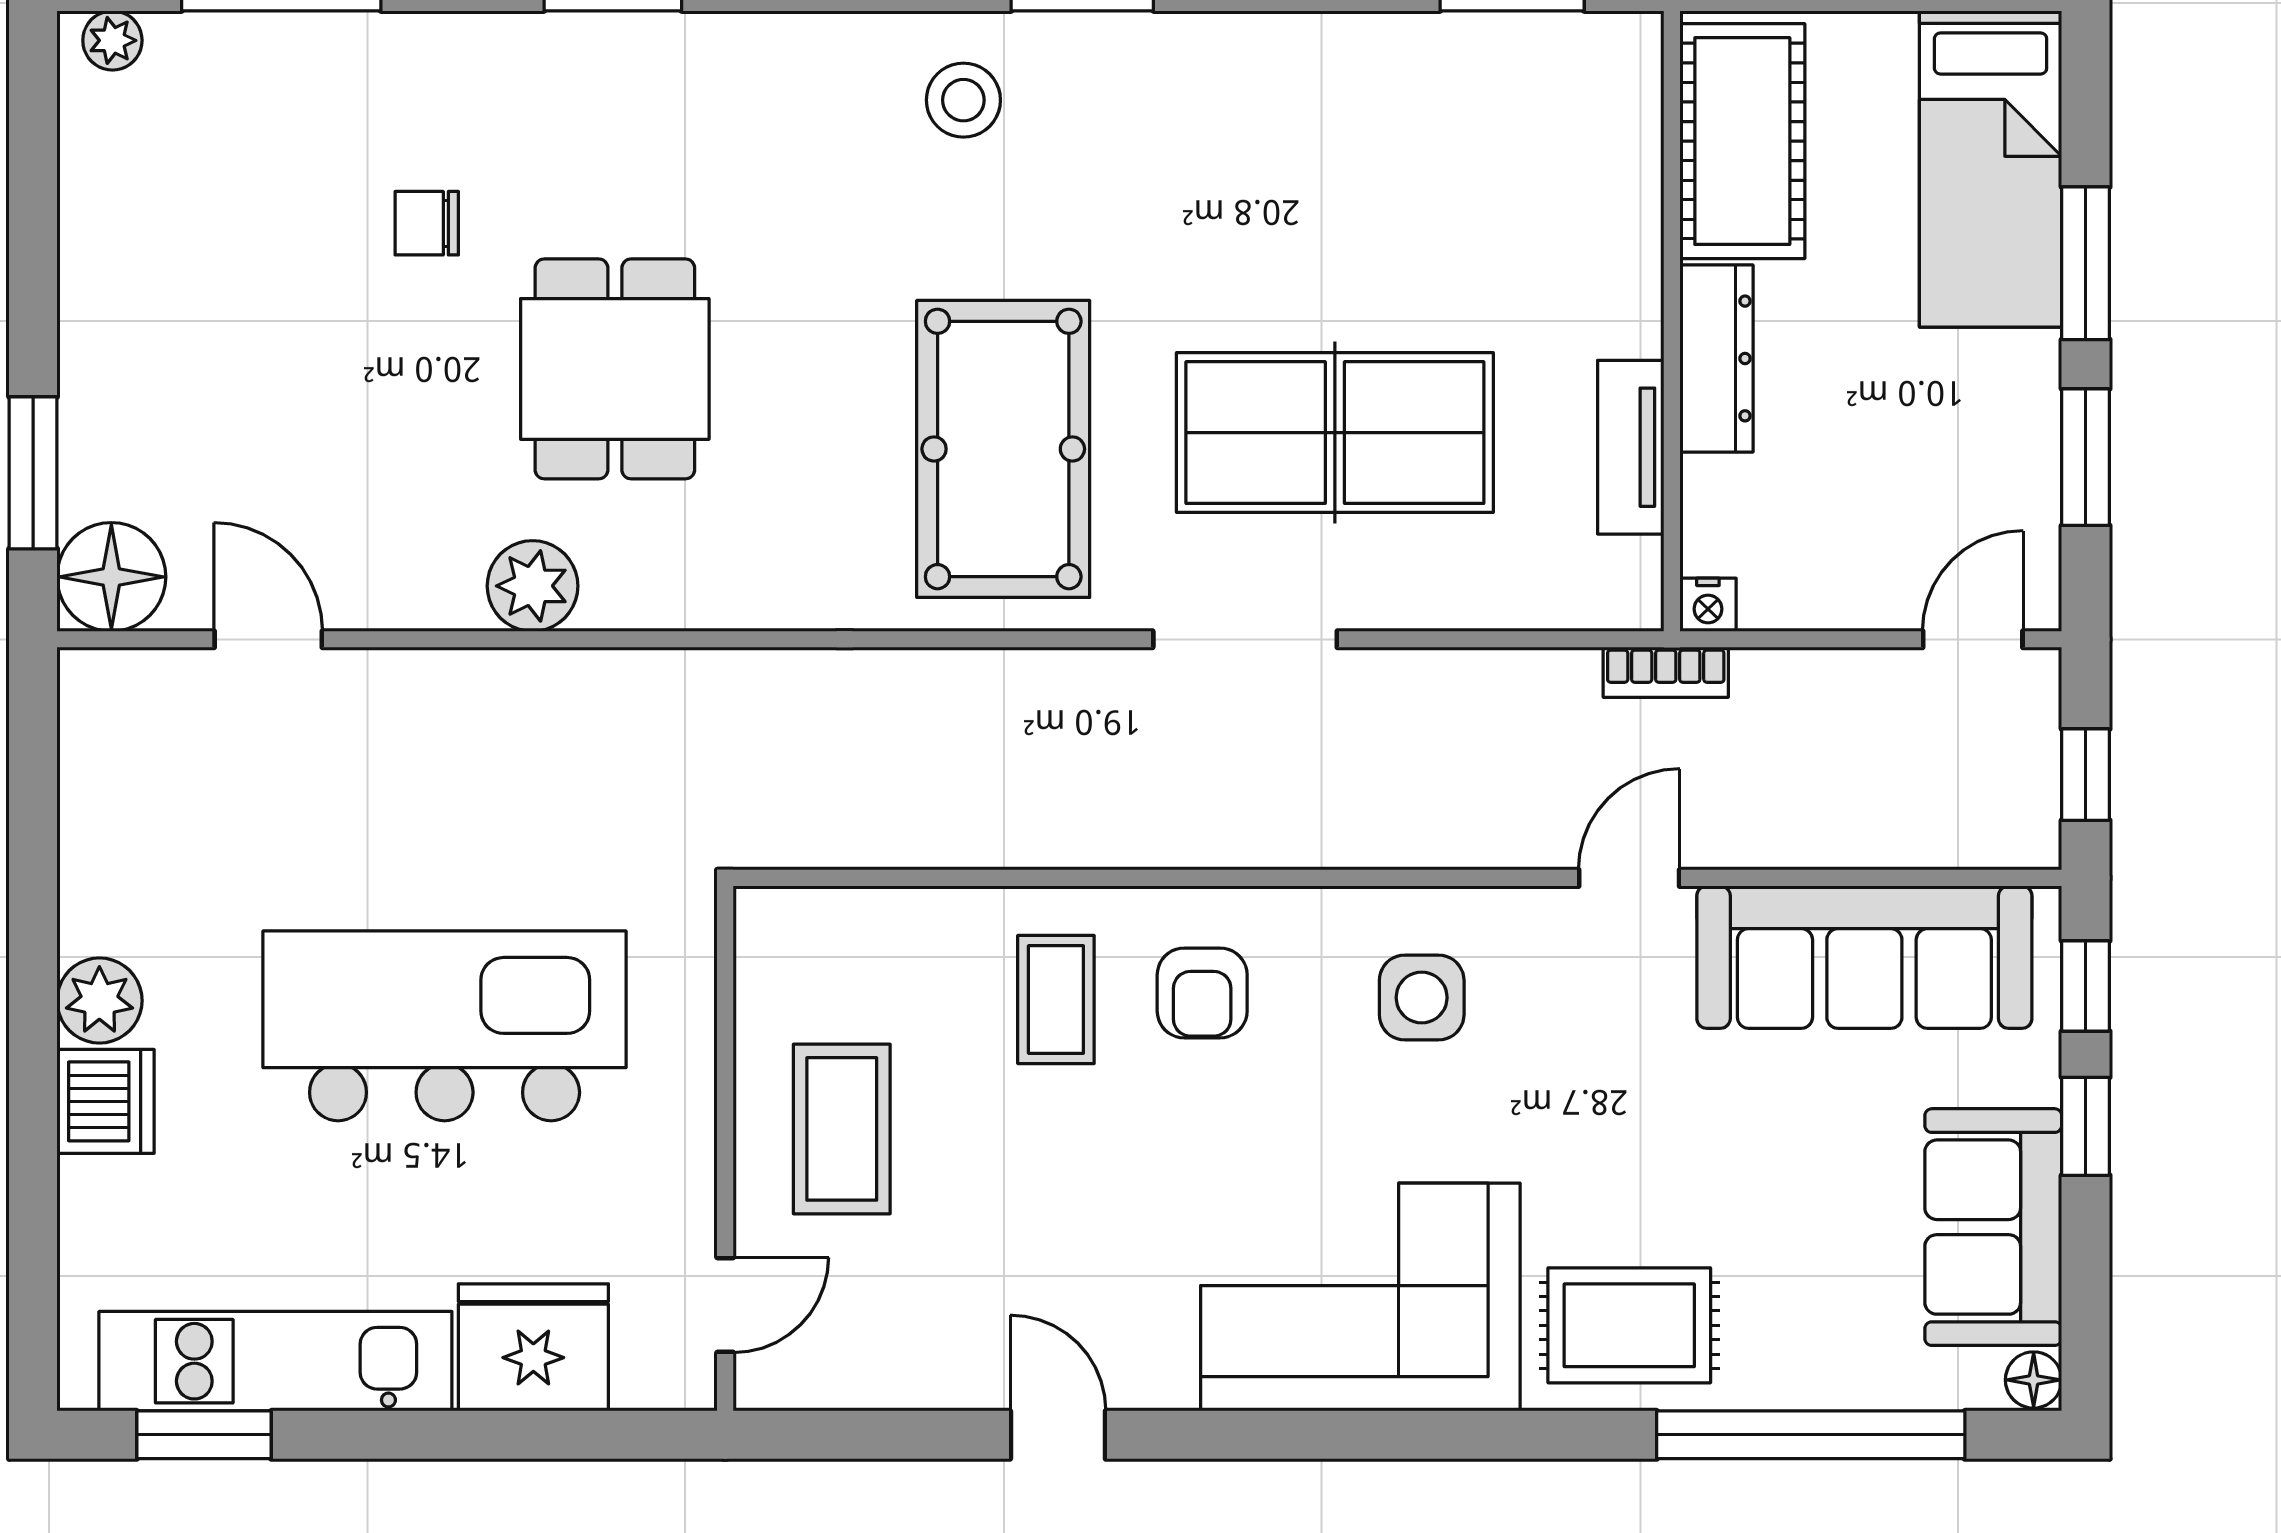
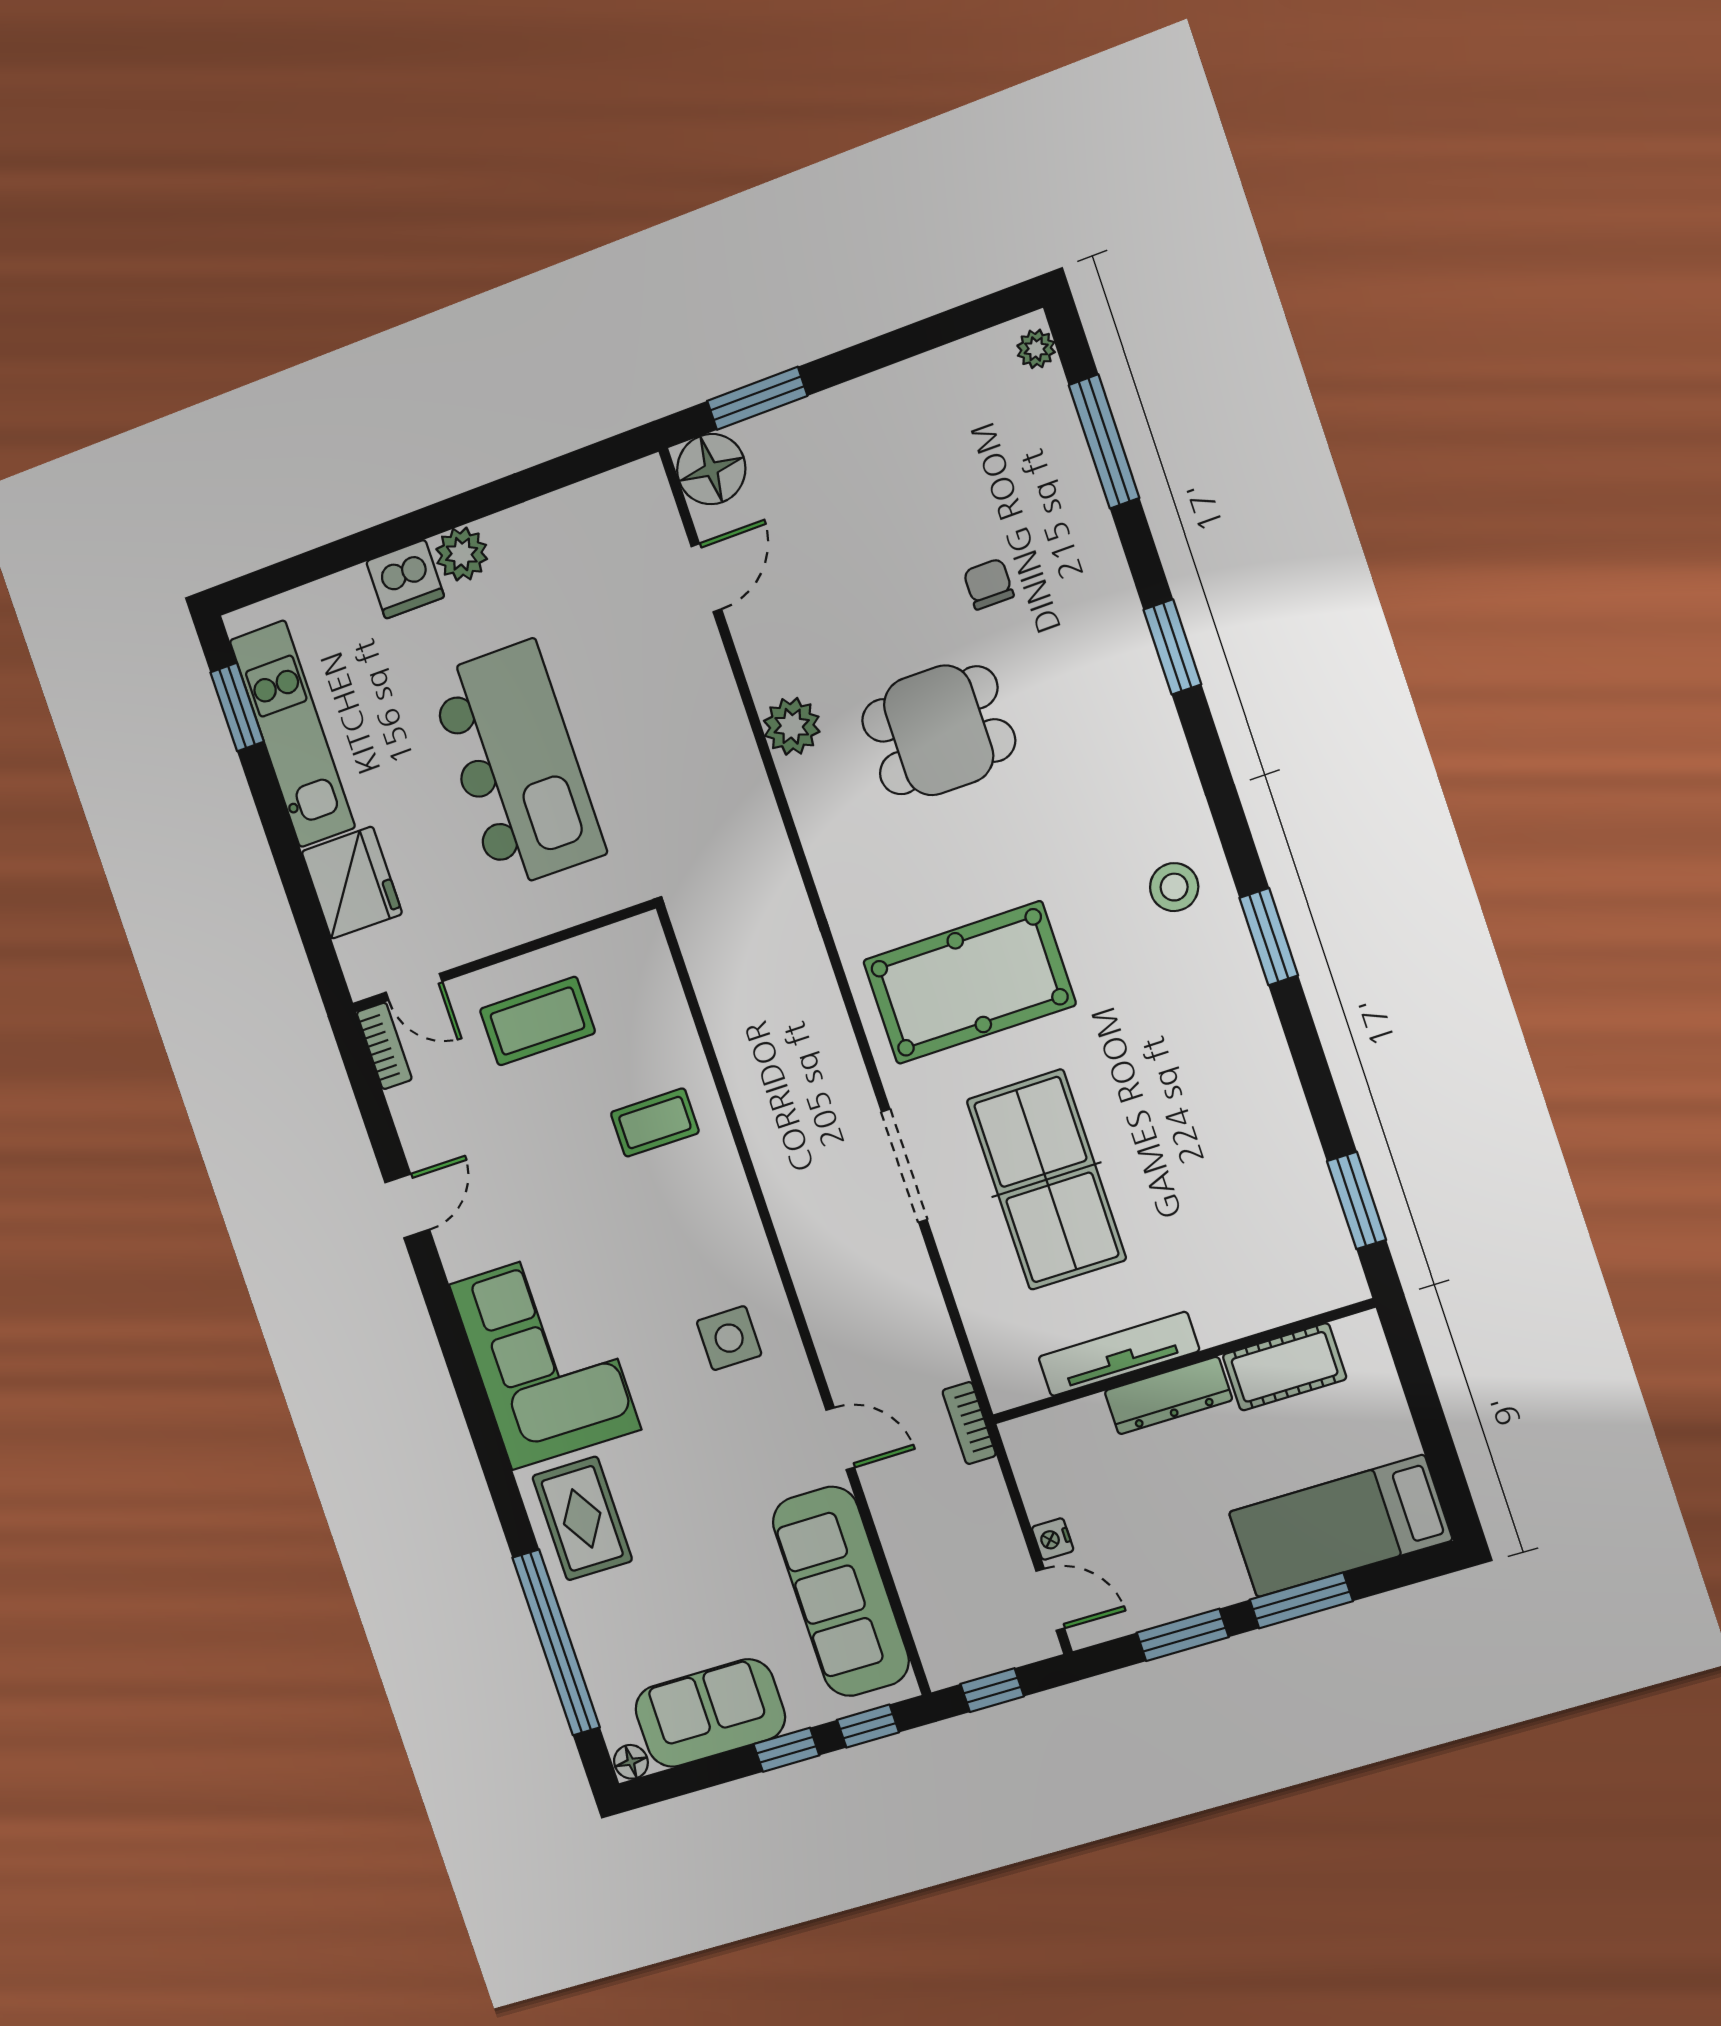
cot: (1742, 141) -> (1284, 1367), width x0.73, depth x0.75
tv unit: (1631, 447) -> (1119, 1354), width x1.41
nightstand: (1708, 605) -> (1053, 1539), moved
armchair: (1202, 993) -> (688, 1208), removed
bookcase: (800, 1384) -> (384, 1046), added

